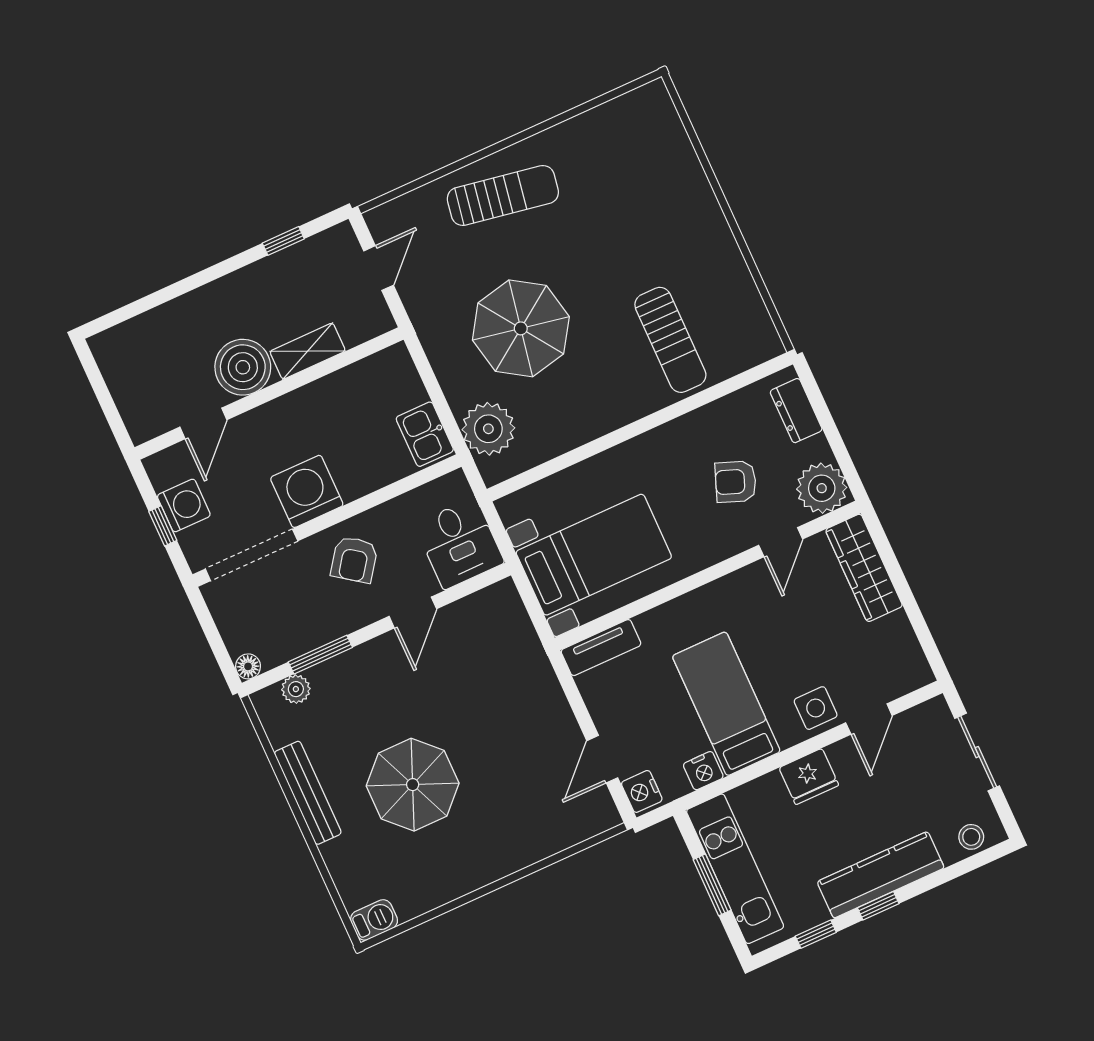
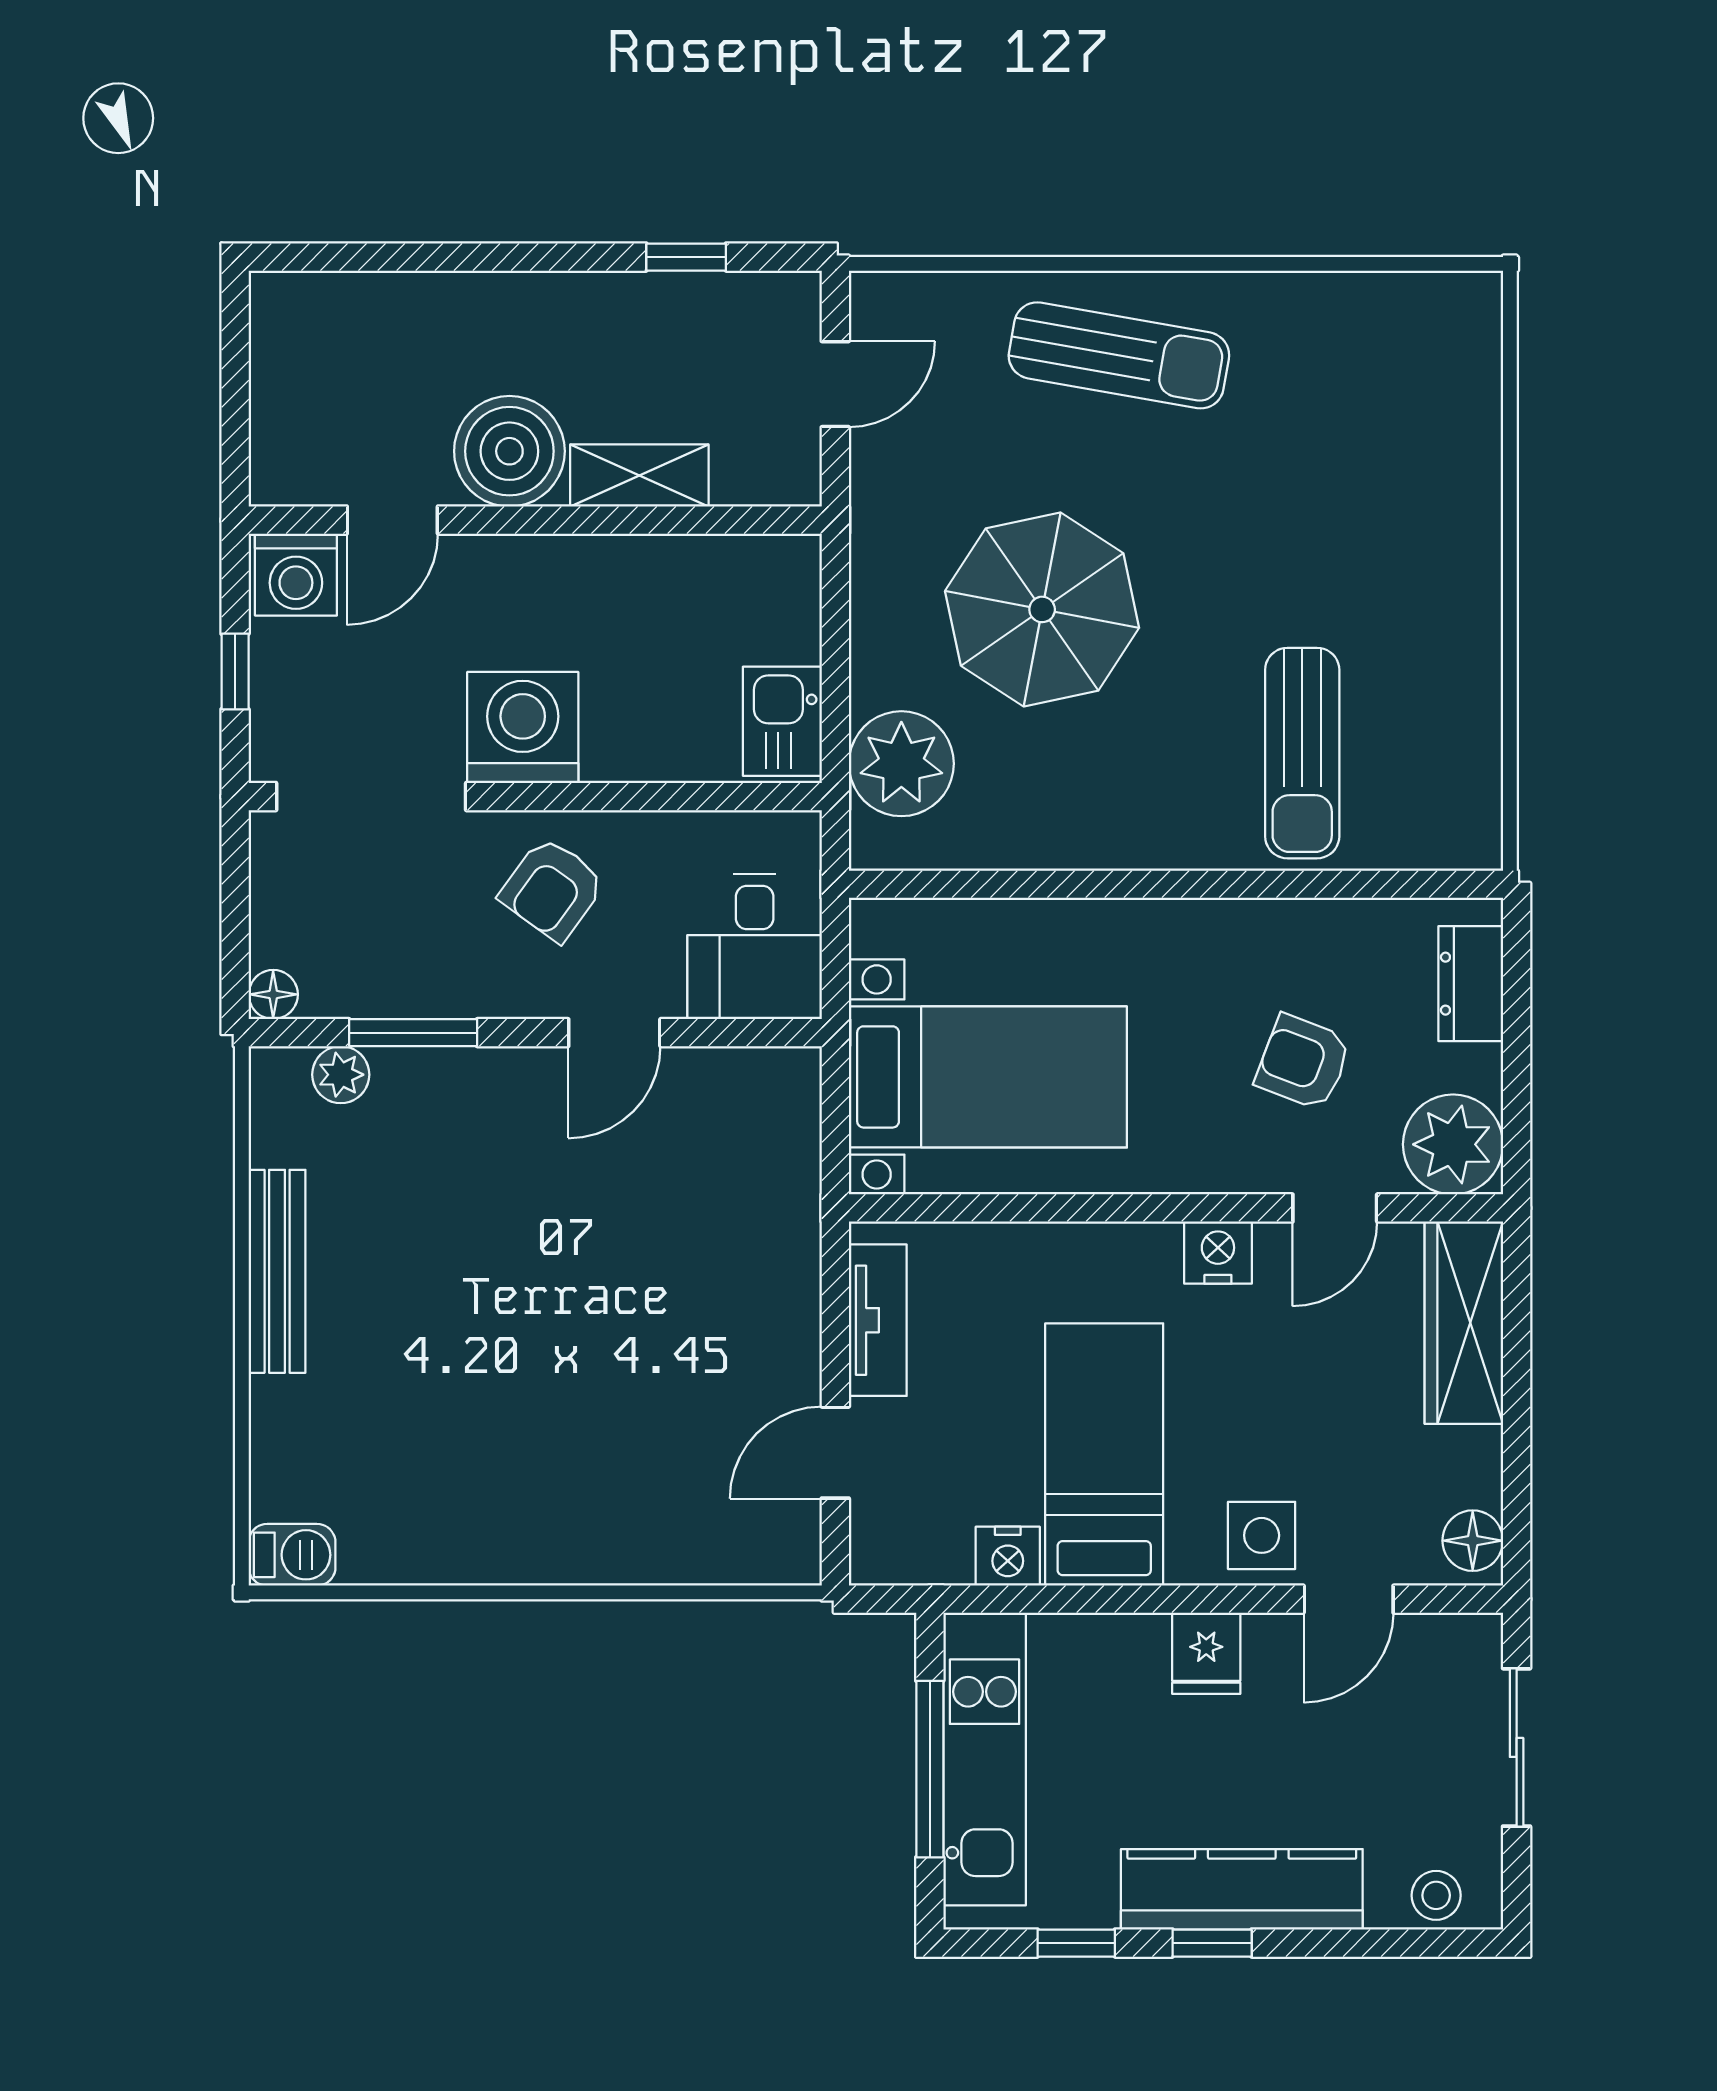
washing machine: (184, 505) -> (296, 575), moved, turned 90
tv unit: (601, 648) -> (878, 1320), moved, turned -90
floor lamp: (914, 666) -> (1473, 1541), added
fridge: (809, 776) -> (1206, 1653), width x0.72
parasol: (413, 785) -> (473, 1343), removed
nightstand: (642, 791) -> (1218, 1253), moved, turned 90
window: (712, 885) -> (930, 1769), width x1.44

